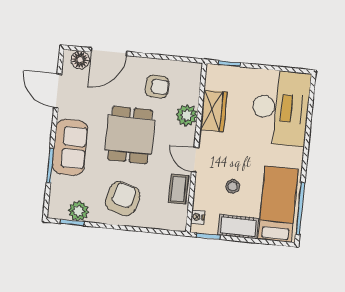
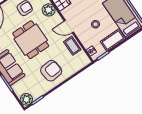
armchair: (123, 199) -> (51, 71), turned 68
plant: (78, 211) -> (26, 99), moved

